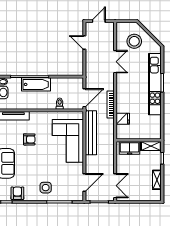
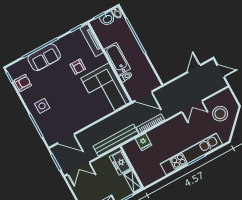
bathtub: (36, 84) -> (117, 59), moved, turned 180
bench: (91, 133) -> (116, 140), moved
corner sofa: (68, 141) -> (106, 90), moved, turned -90

